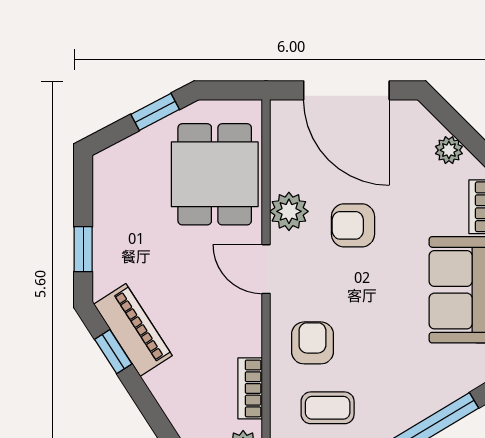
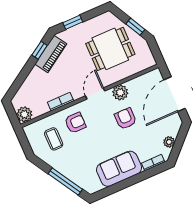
dining table: (215, 174) -> (110, 49), moved
bookcase: (250, 388) -> (61, 102), moved

